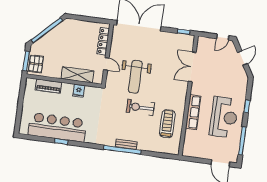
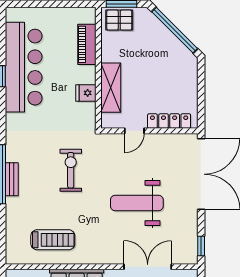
weight bench: (135, 77) -> (137, 203), moved
exercise bike: (140, 107) -> (71, 170), moved

